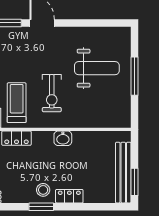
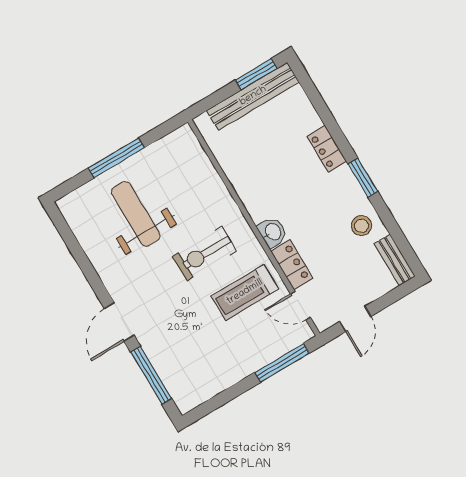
exercise bike: (52, 93) -> (204, 254), turned 180
washbasin: (63, 138) -> (273, 232), moved
stool: (43, 190) -> (361, 226), moved

